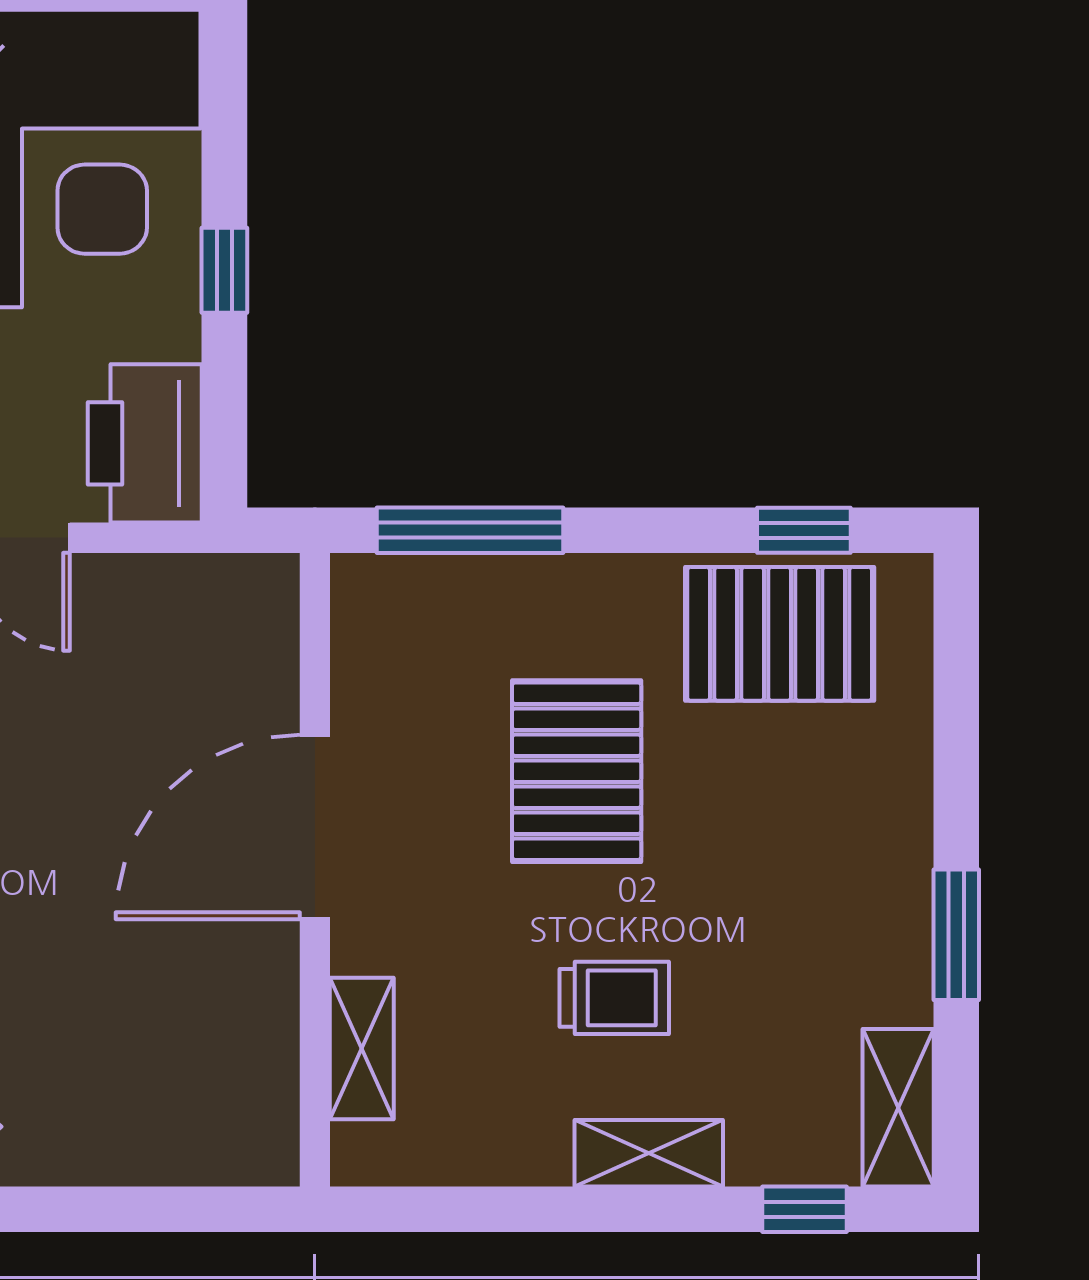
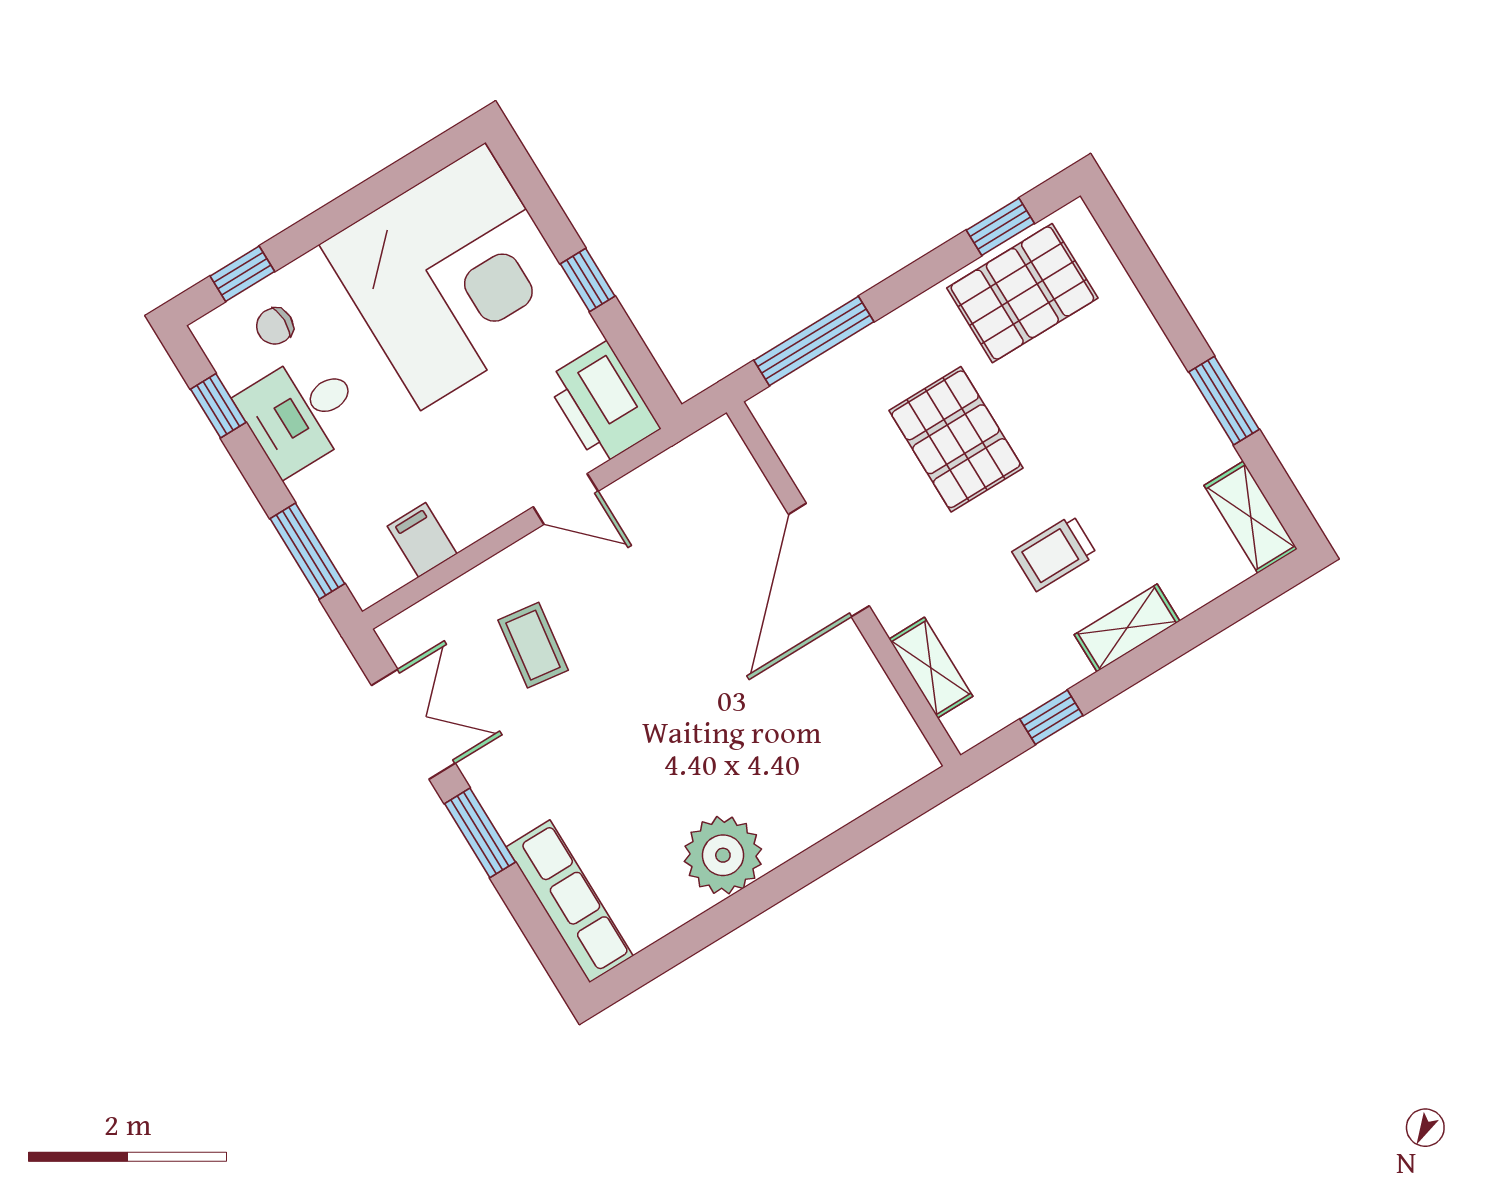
trolley: (614, 998) -> (1055, 553), turned 180
window: (804, 1209) -> (1051, 717), moved

